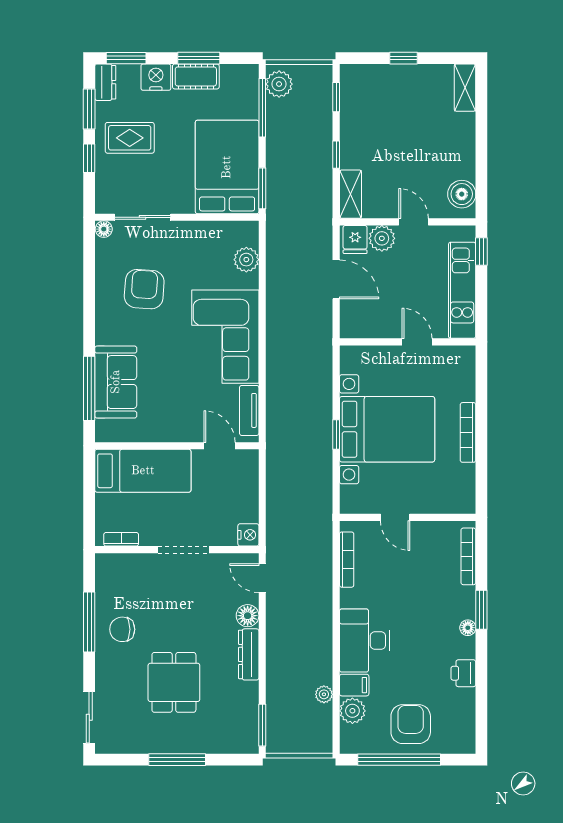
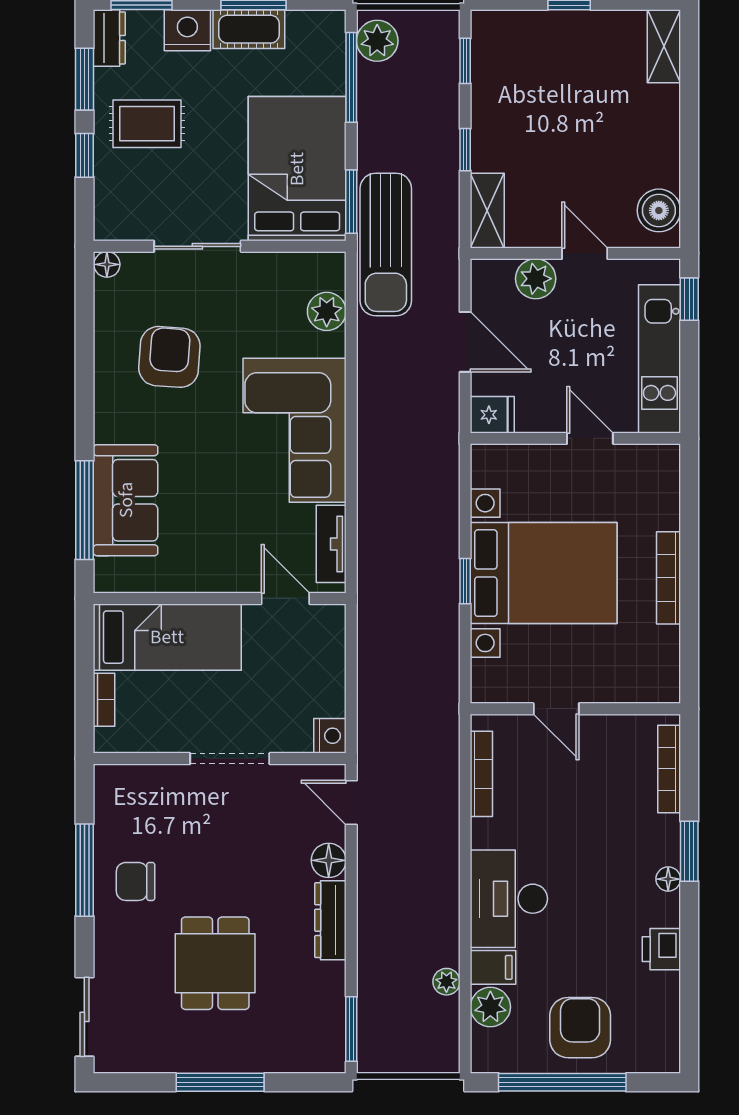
sun lounger: (285, 216) -> (386, 245), added
sliding door: (143, 217) -> (197, 246), moved
fridge: (355, 240) -> (492, 415), moved, turned -90
bookcase: (121, 539) -> (104, 700), moved, turned 90

